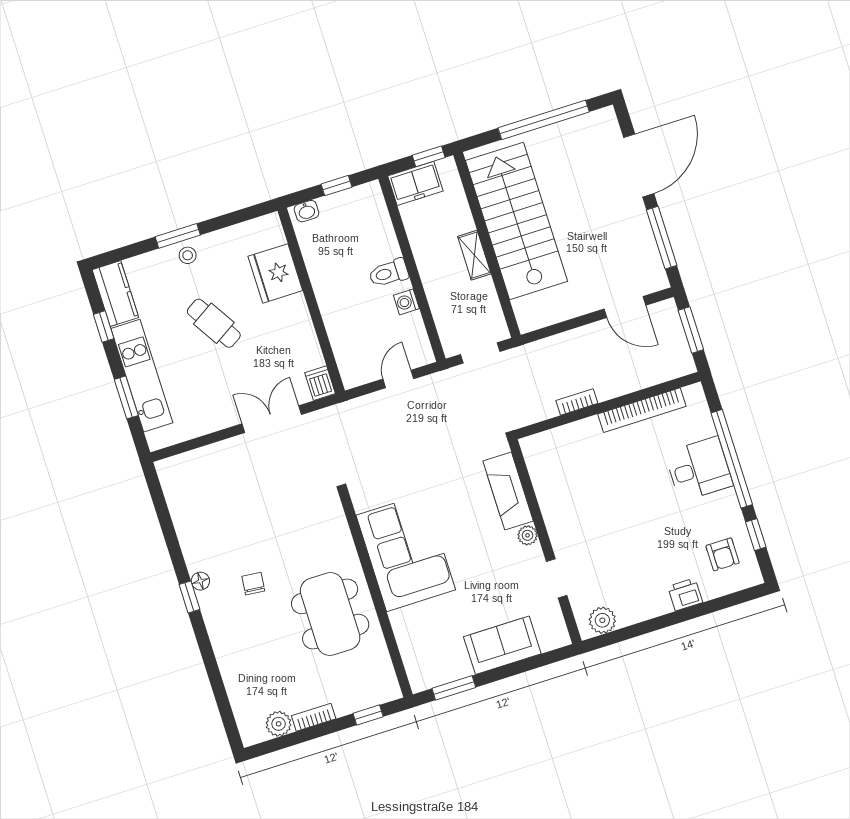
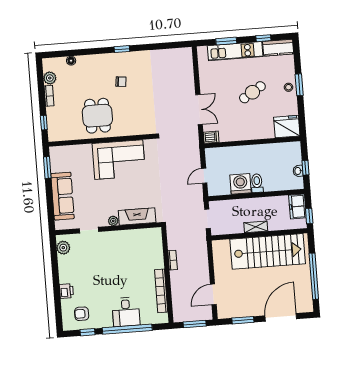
door: (639, 166) -> (281, 317), swing flipped
washbasin: (307, 211) -> (298, 171), moved
window: (662, 238) -> (243, 320), width x0.69
fridge: (275, 273) -> (287, 127), moved
washing machine: (406, 302) -> (240, 184), width x1.89, depth x1.89
door: (398, 379) -> (204, 176), swing flipped
floor lamp: (200, 581) -> (71, 61), moved
dining table: (330, 614) -> (97, 116), width x0.73
sofa: (502, 645) -> (63, 196), width x1.36

